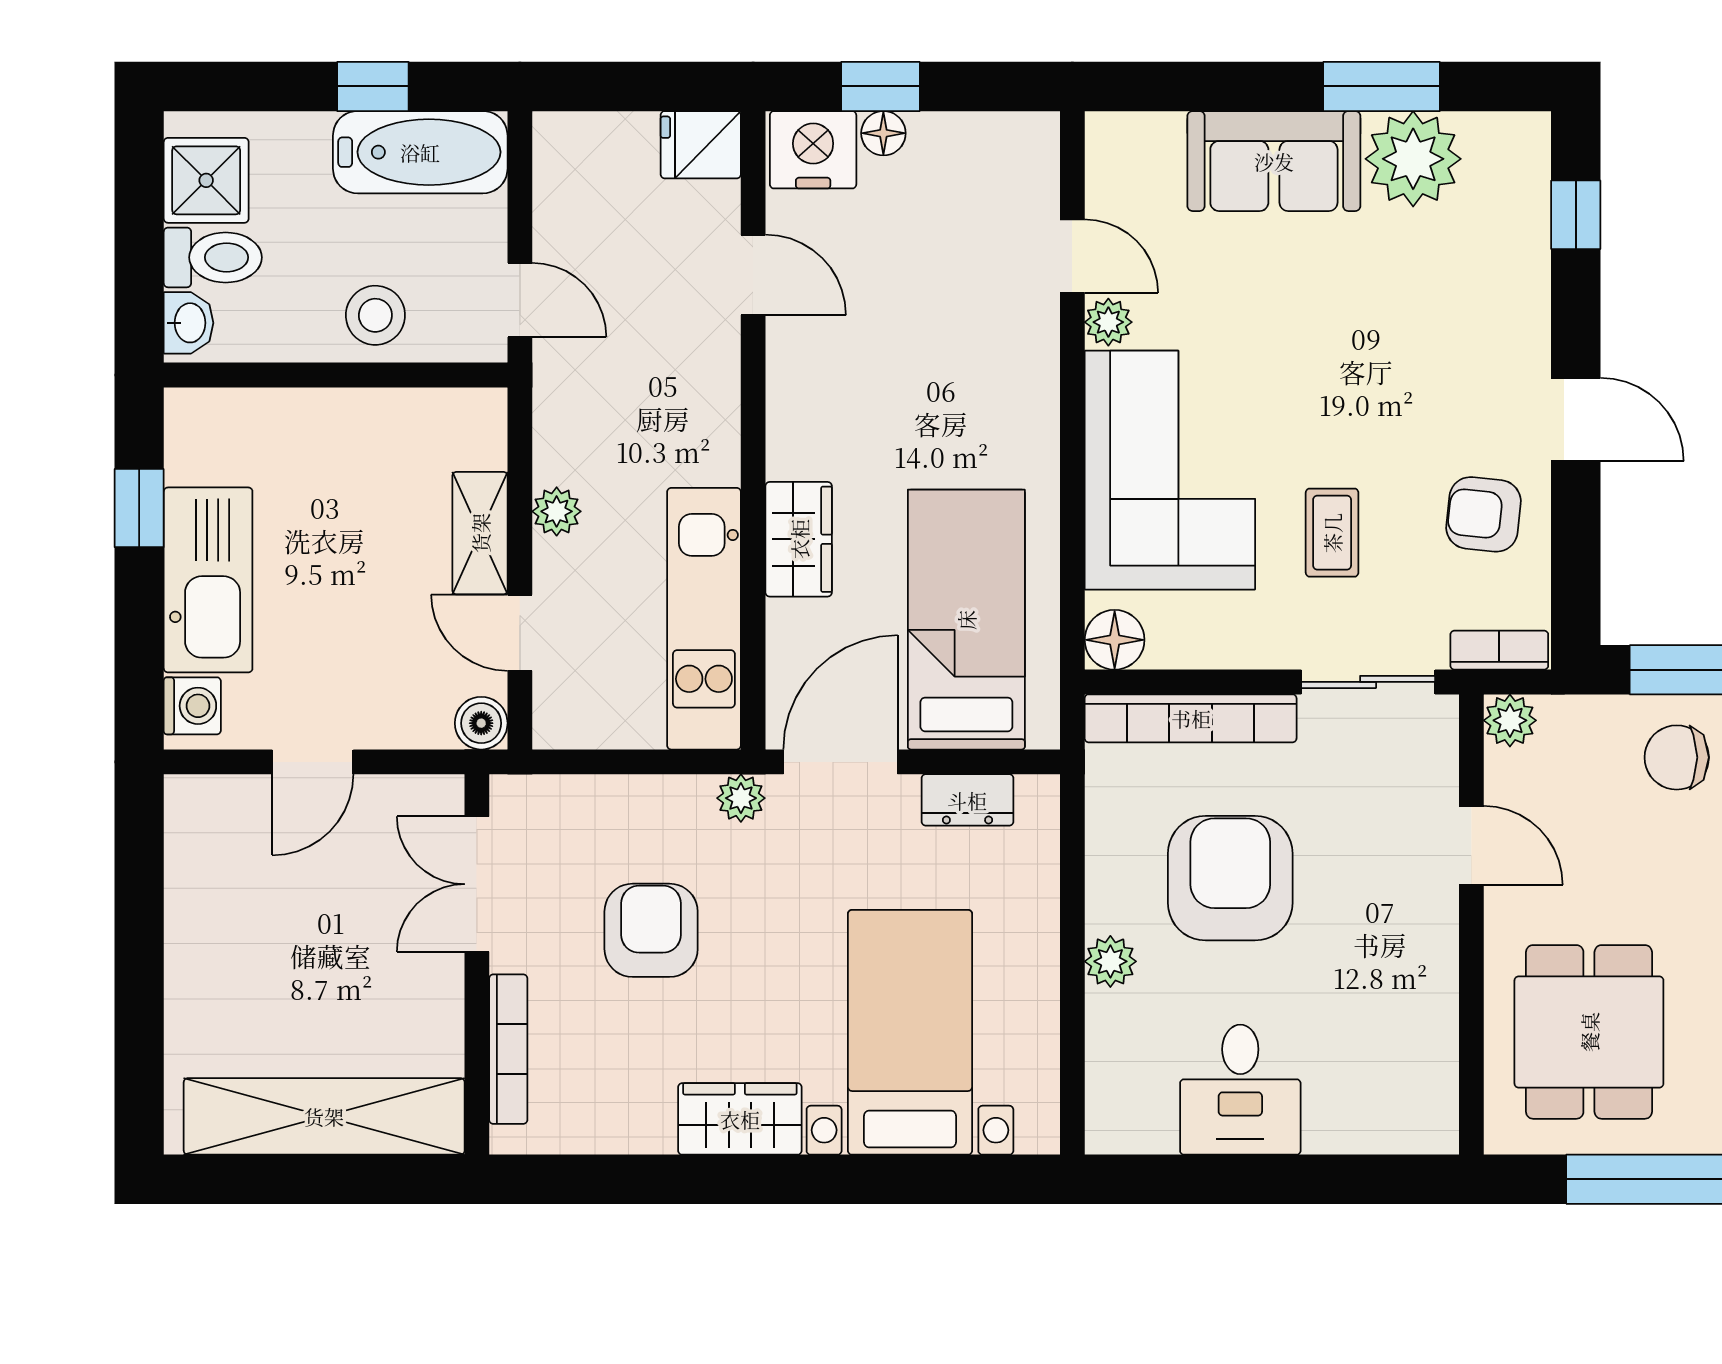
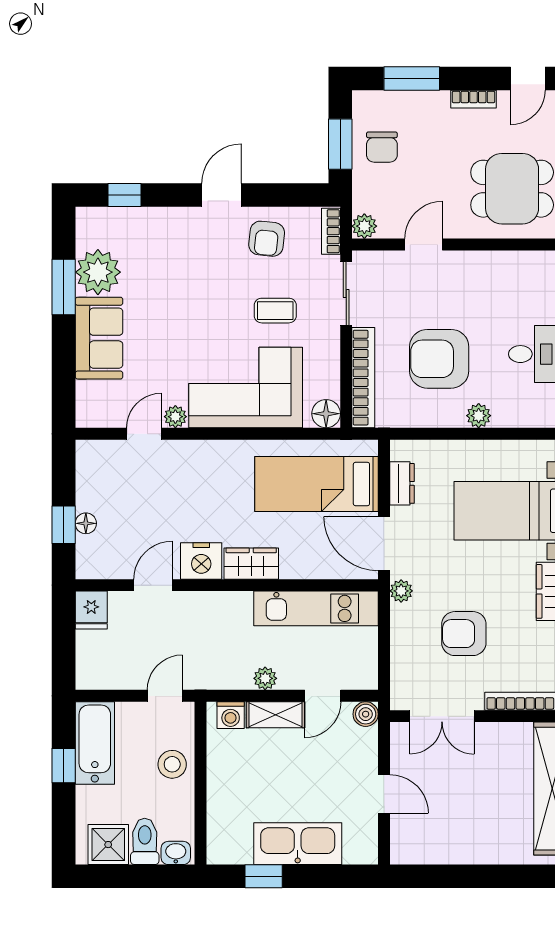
nightstand: (813, 150) -> (201, 561), moved, turned -90
wardrobe: (799, 539) -> (251, 564), moved
washing machine: (192, 706) -> (231, 715), moved, turned 180

